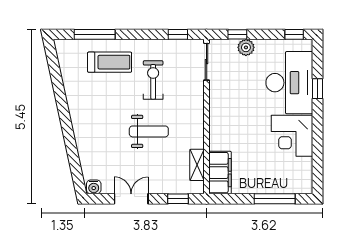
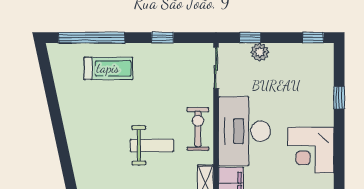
window: (95, 34) -> (92, 38), width x1.46
window: (178, 34) -> (162, 38), moved
exercise bike: (153, 80) -> (198, 129), moved
desk: (289, 83) -> (244, 131), moved, turned 180

